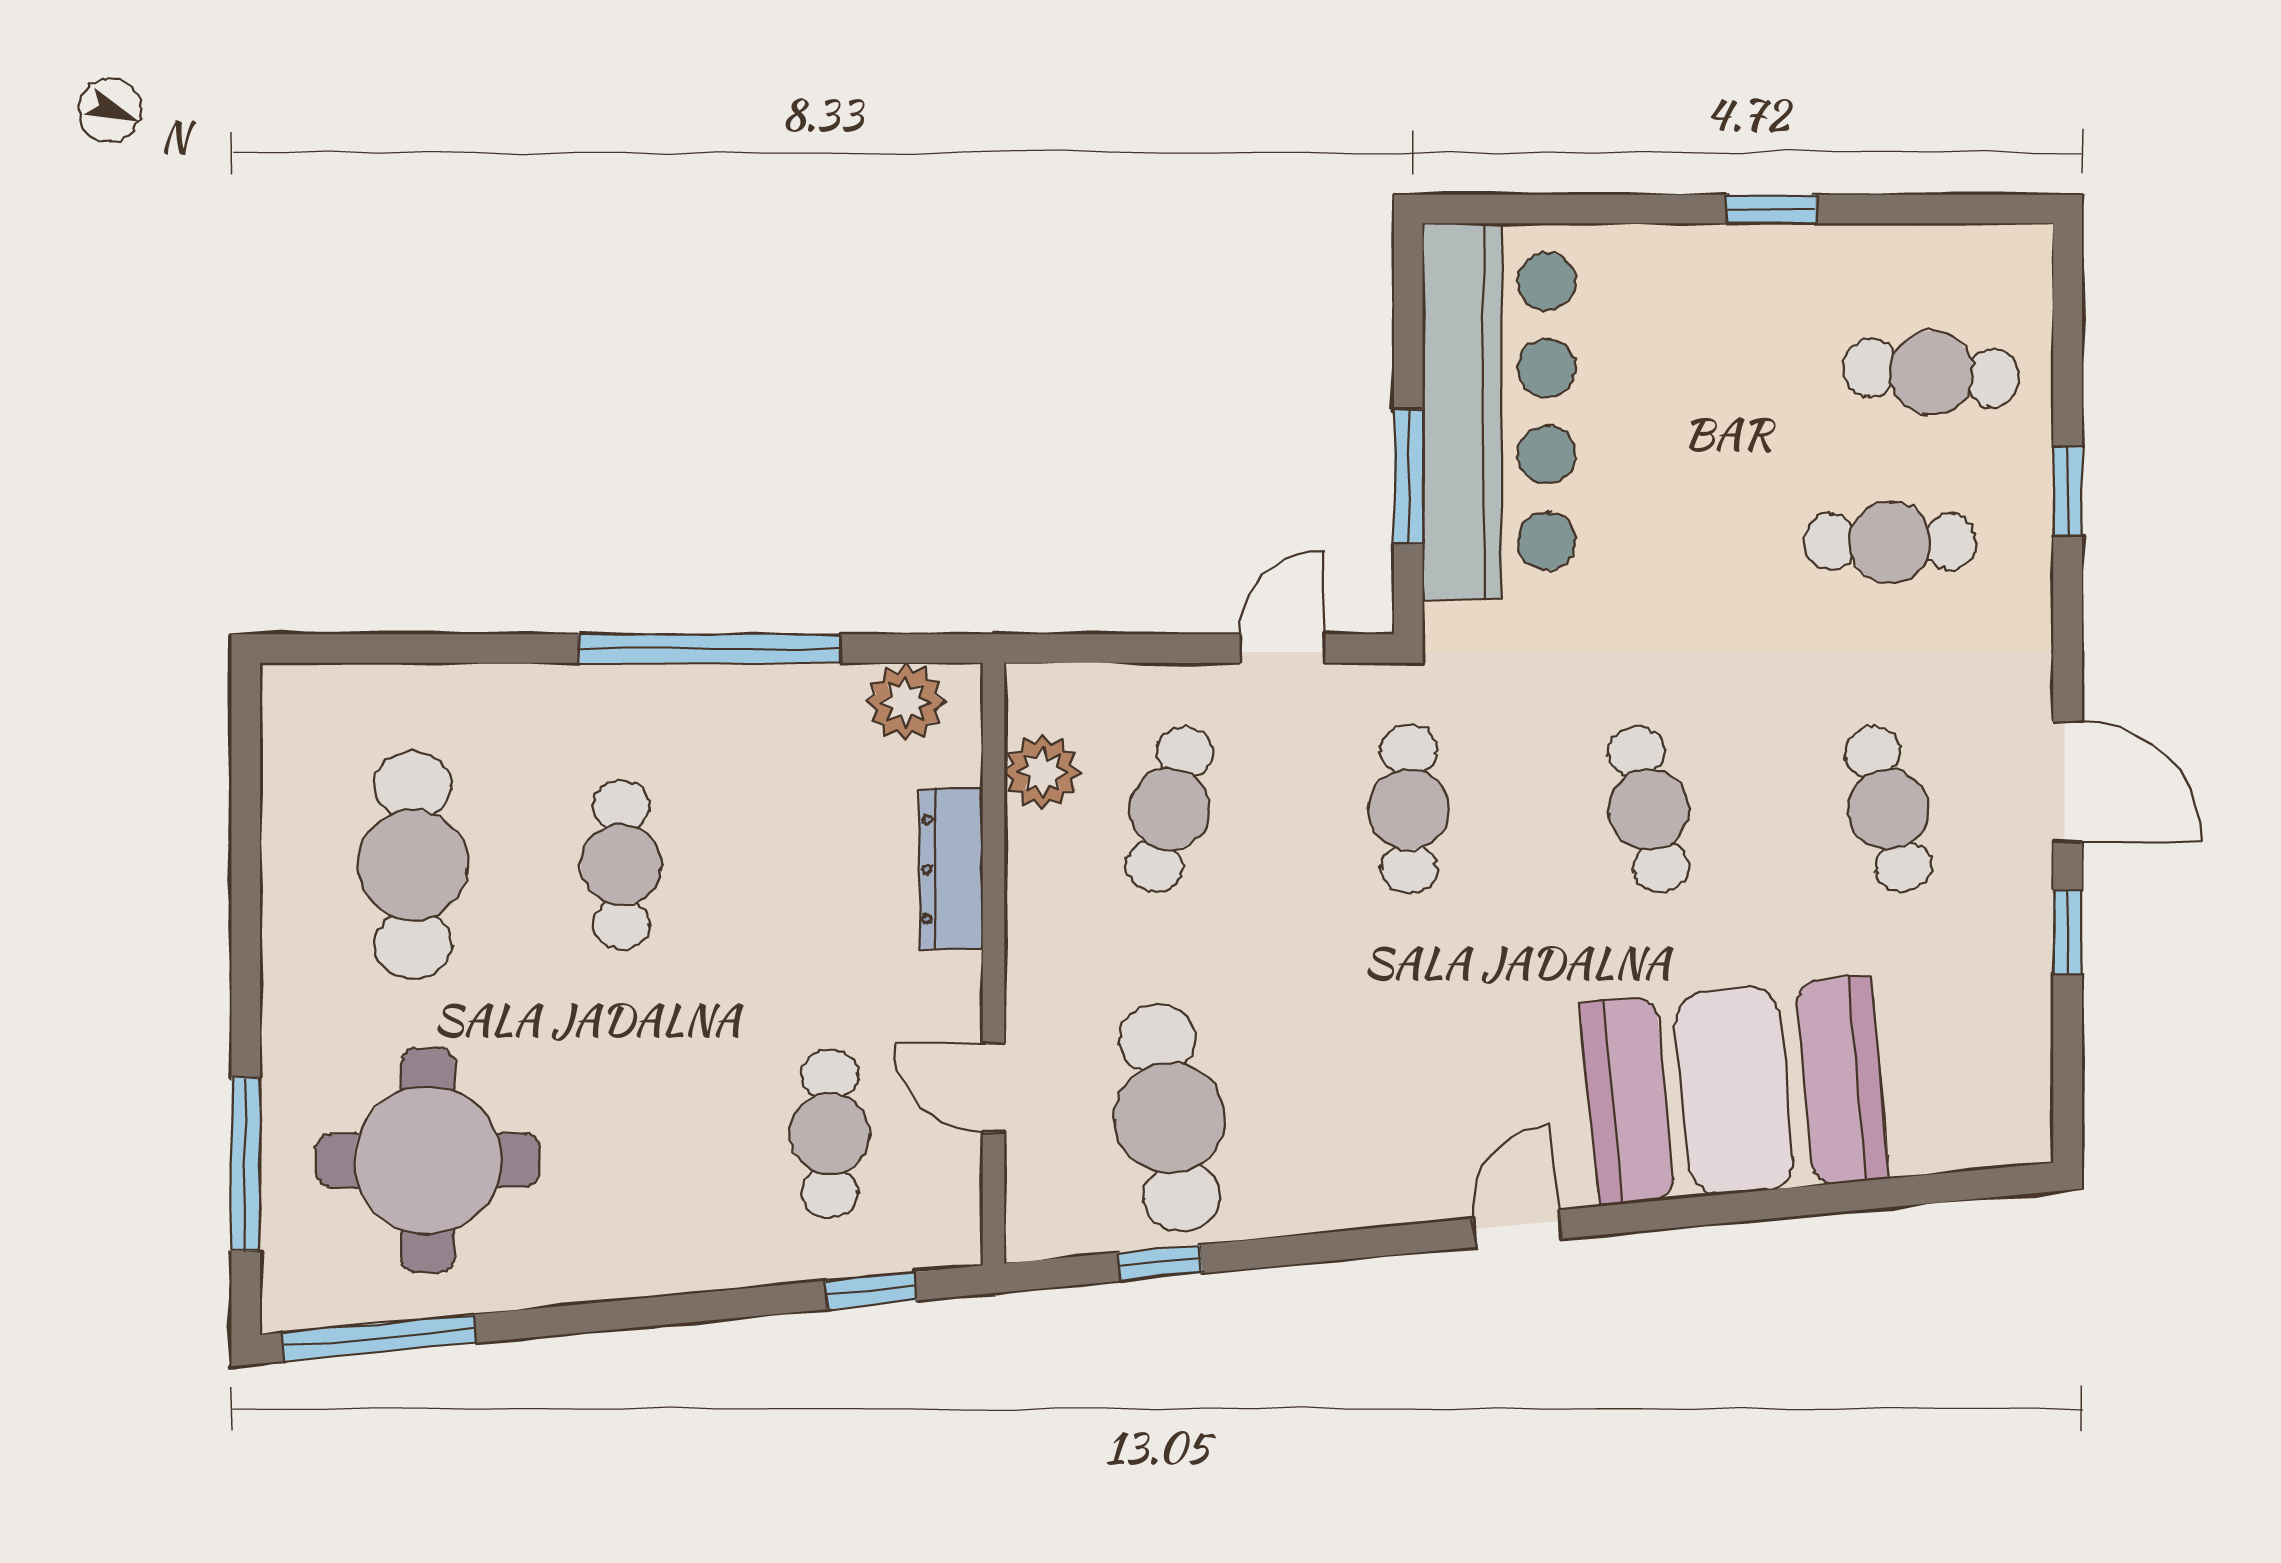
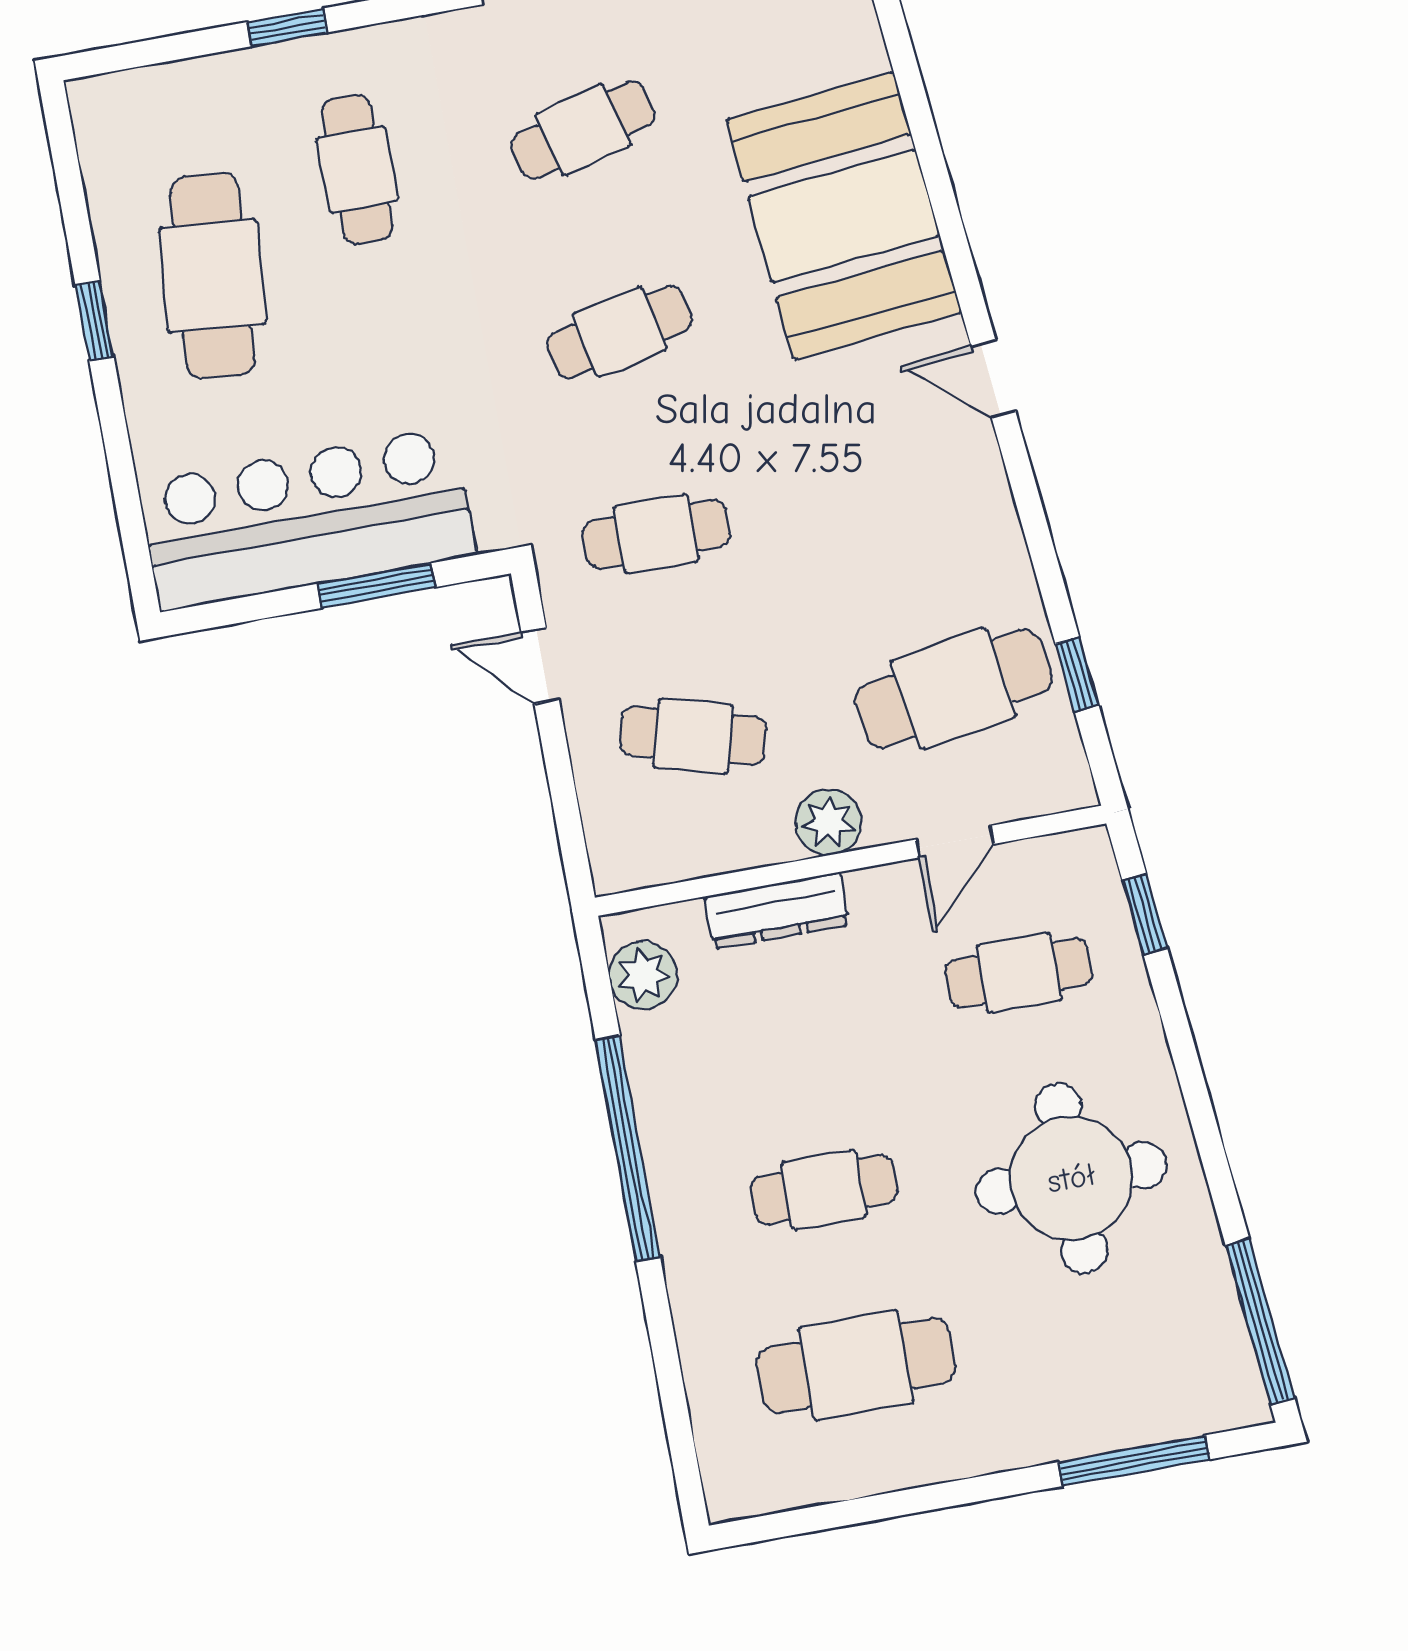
cafe table: (1931, 373) -> (212, 276), moved, width x1.37, depth x1.35
plant: (1042, 772) -> (828, 822), moved
round table: (428, 1160) -> (1071, 1178), moved

